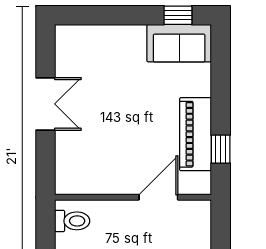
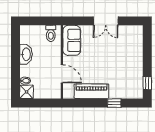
sofa: (179, 43) -> (72, 40), moved, turned 180
window: (221, 149) -> (114, 103), moved

